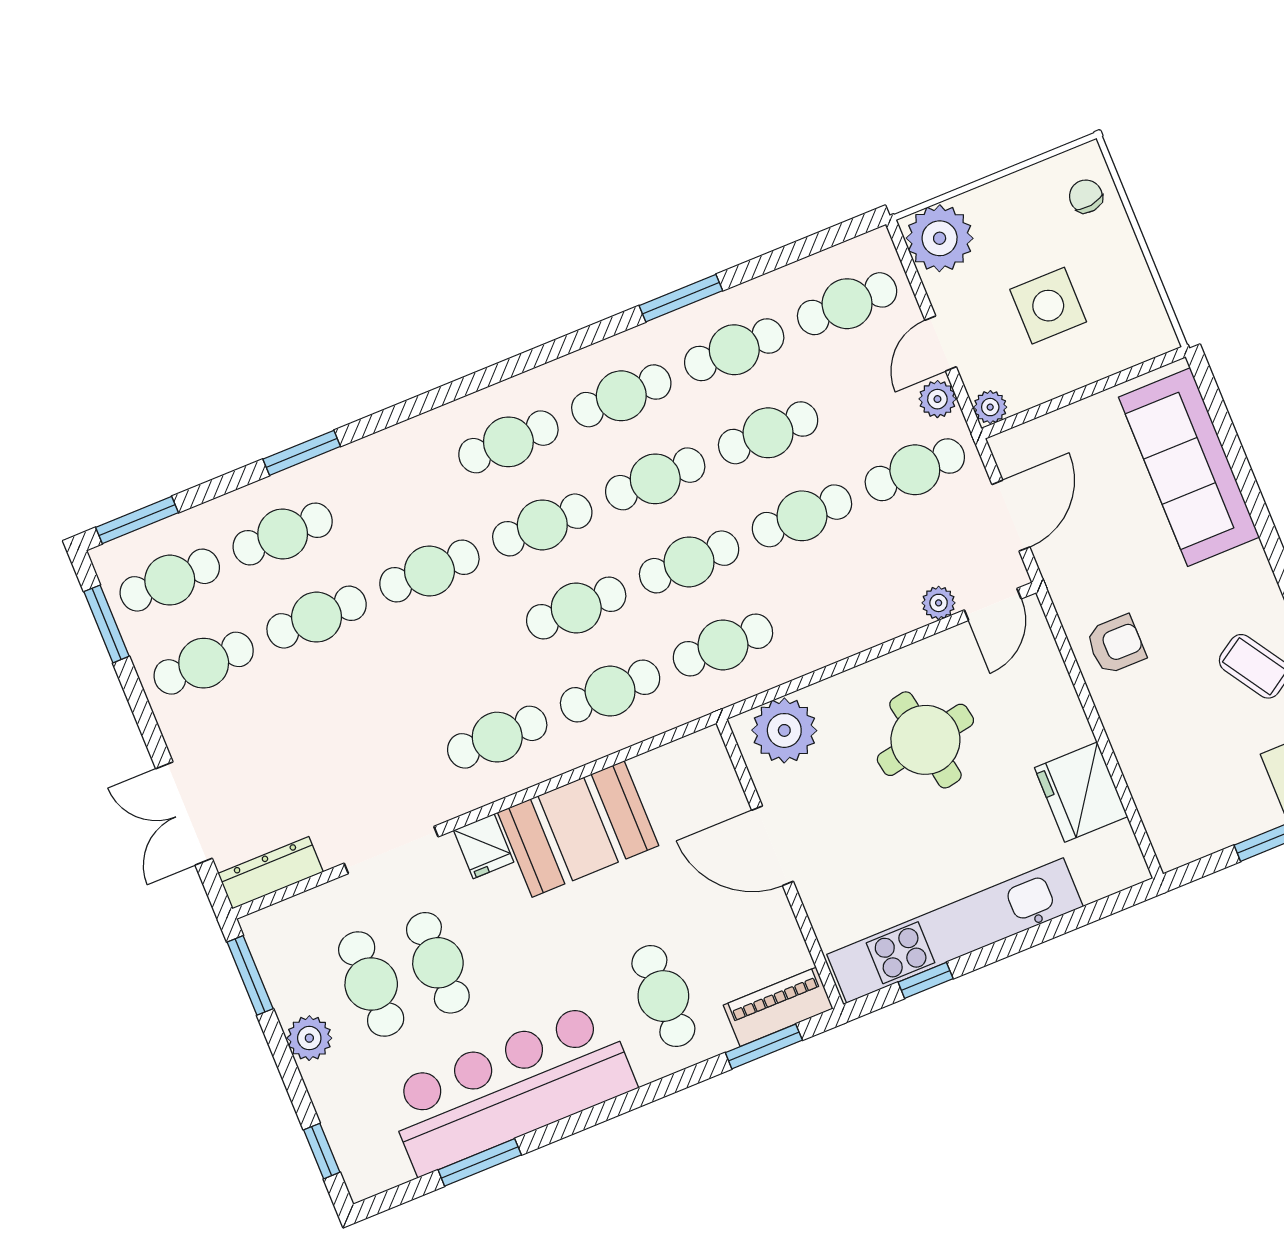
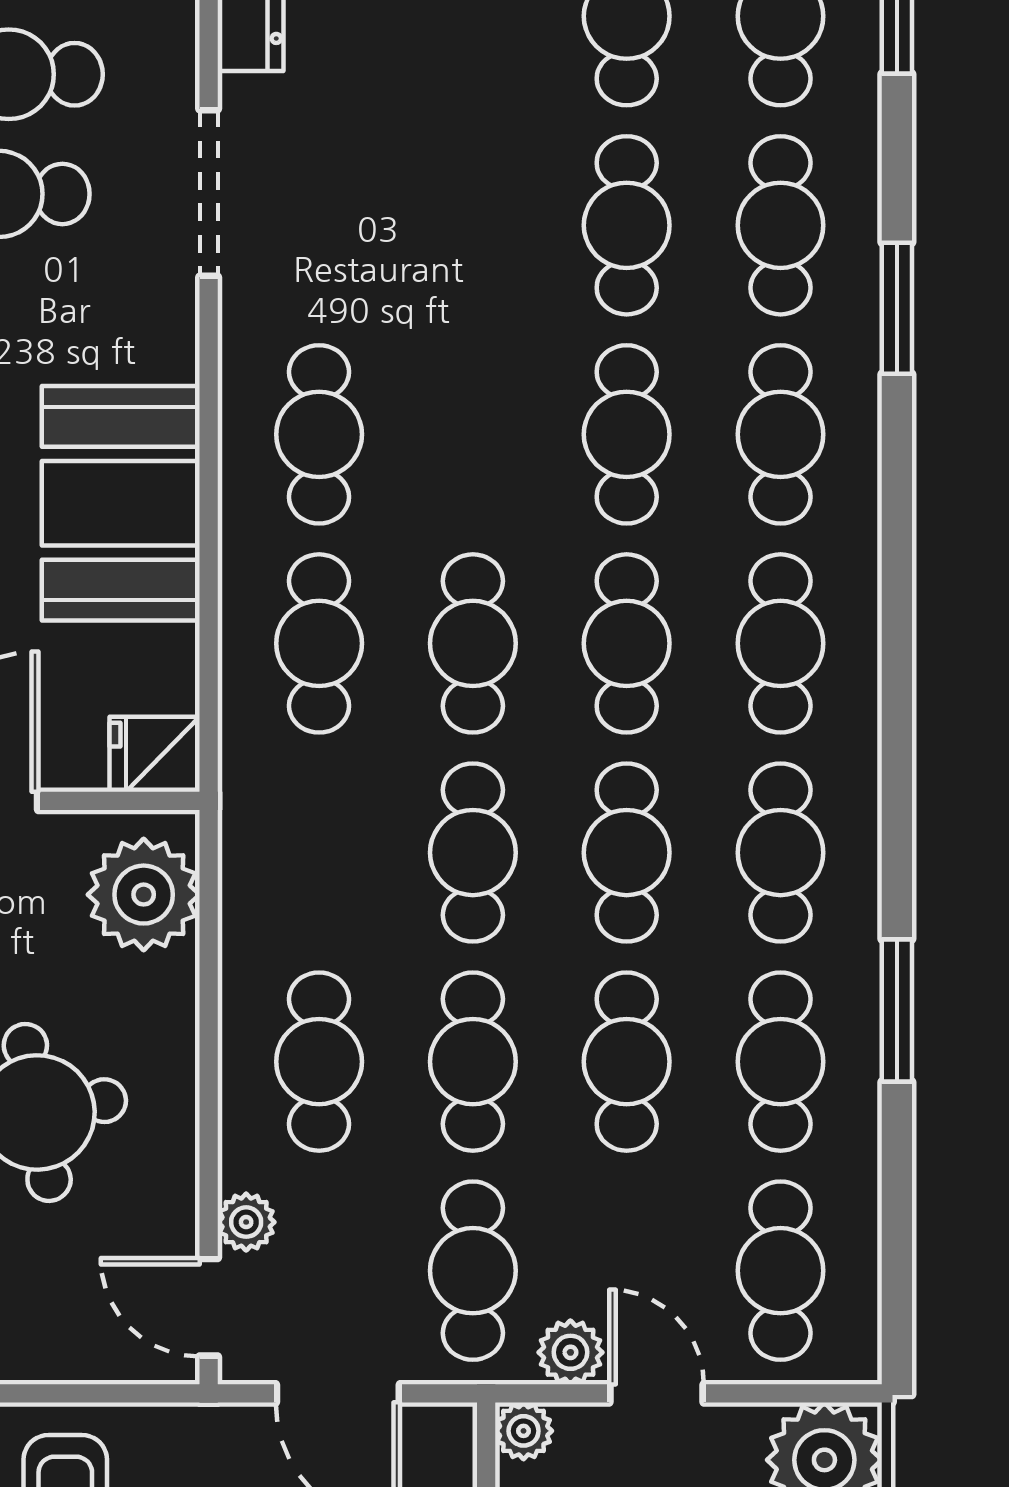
cafe table: (396, 488) -> (781, 434), added
cafe table: (723, 645) -> (319, 1062), moved
fridge: (484, 846) -> (155, 754), moved

